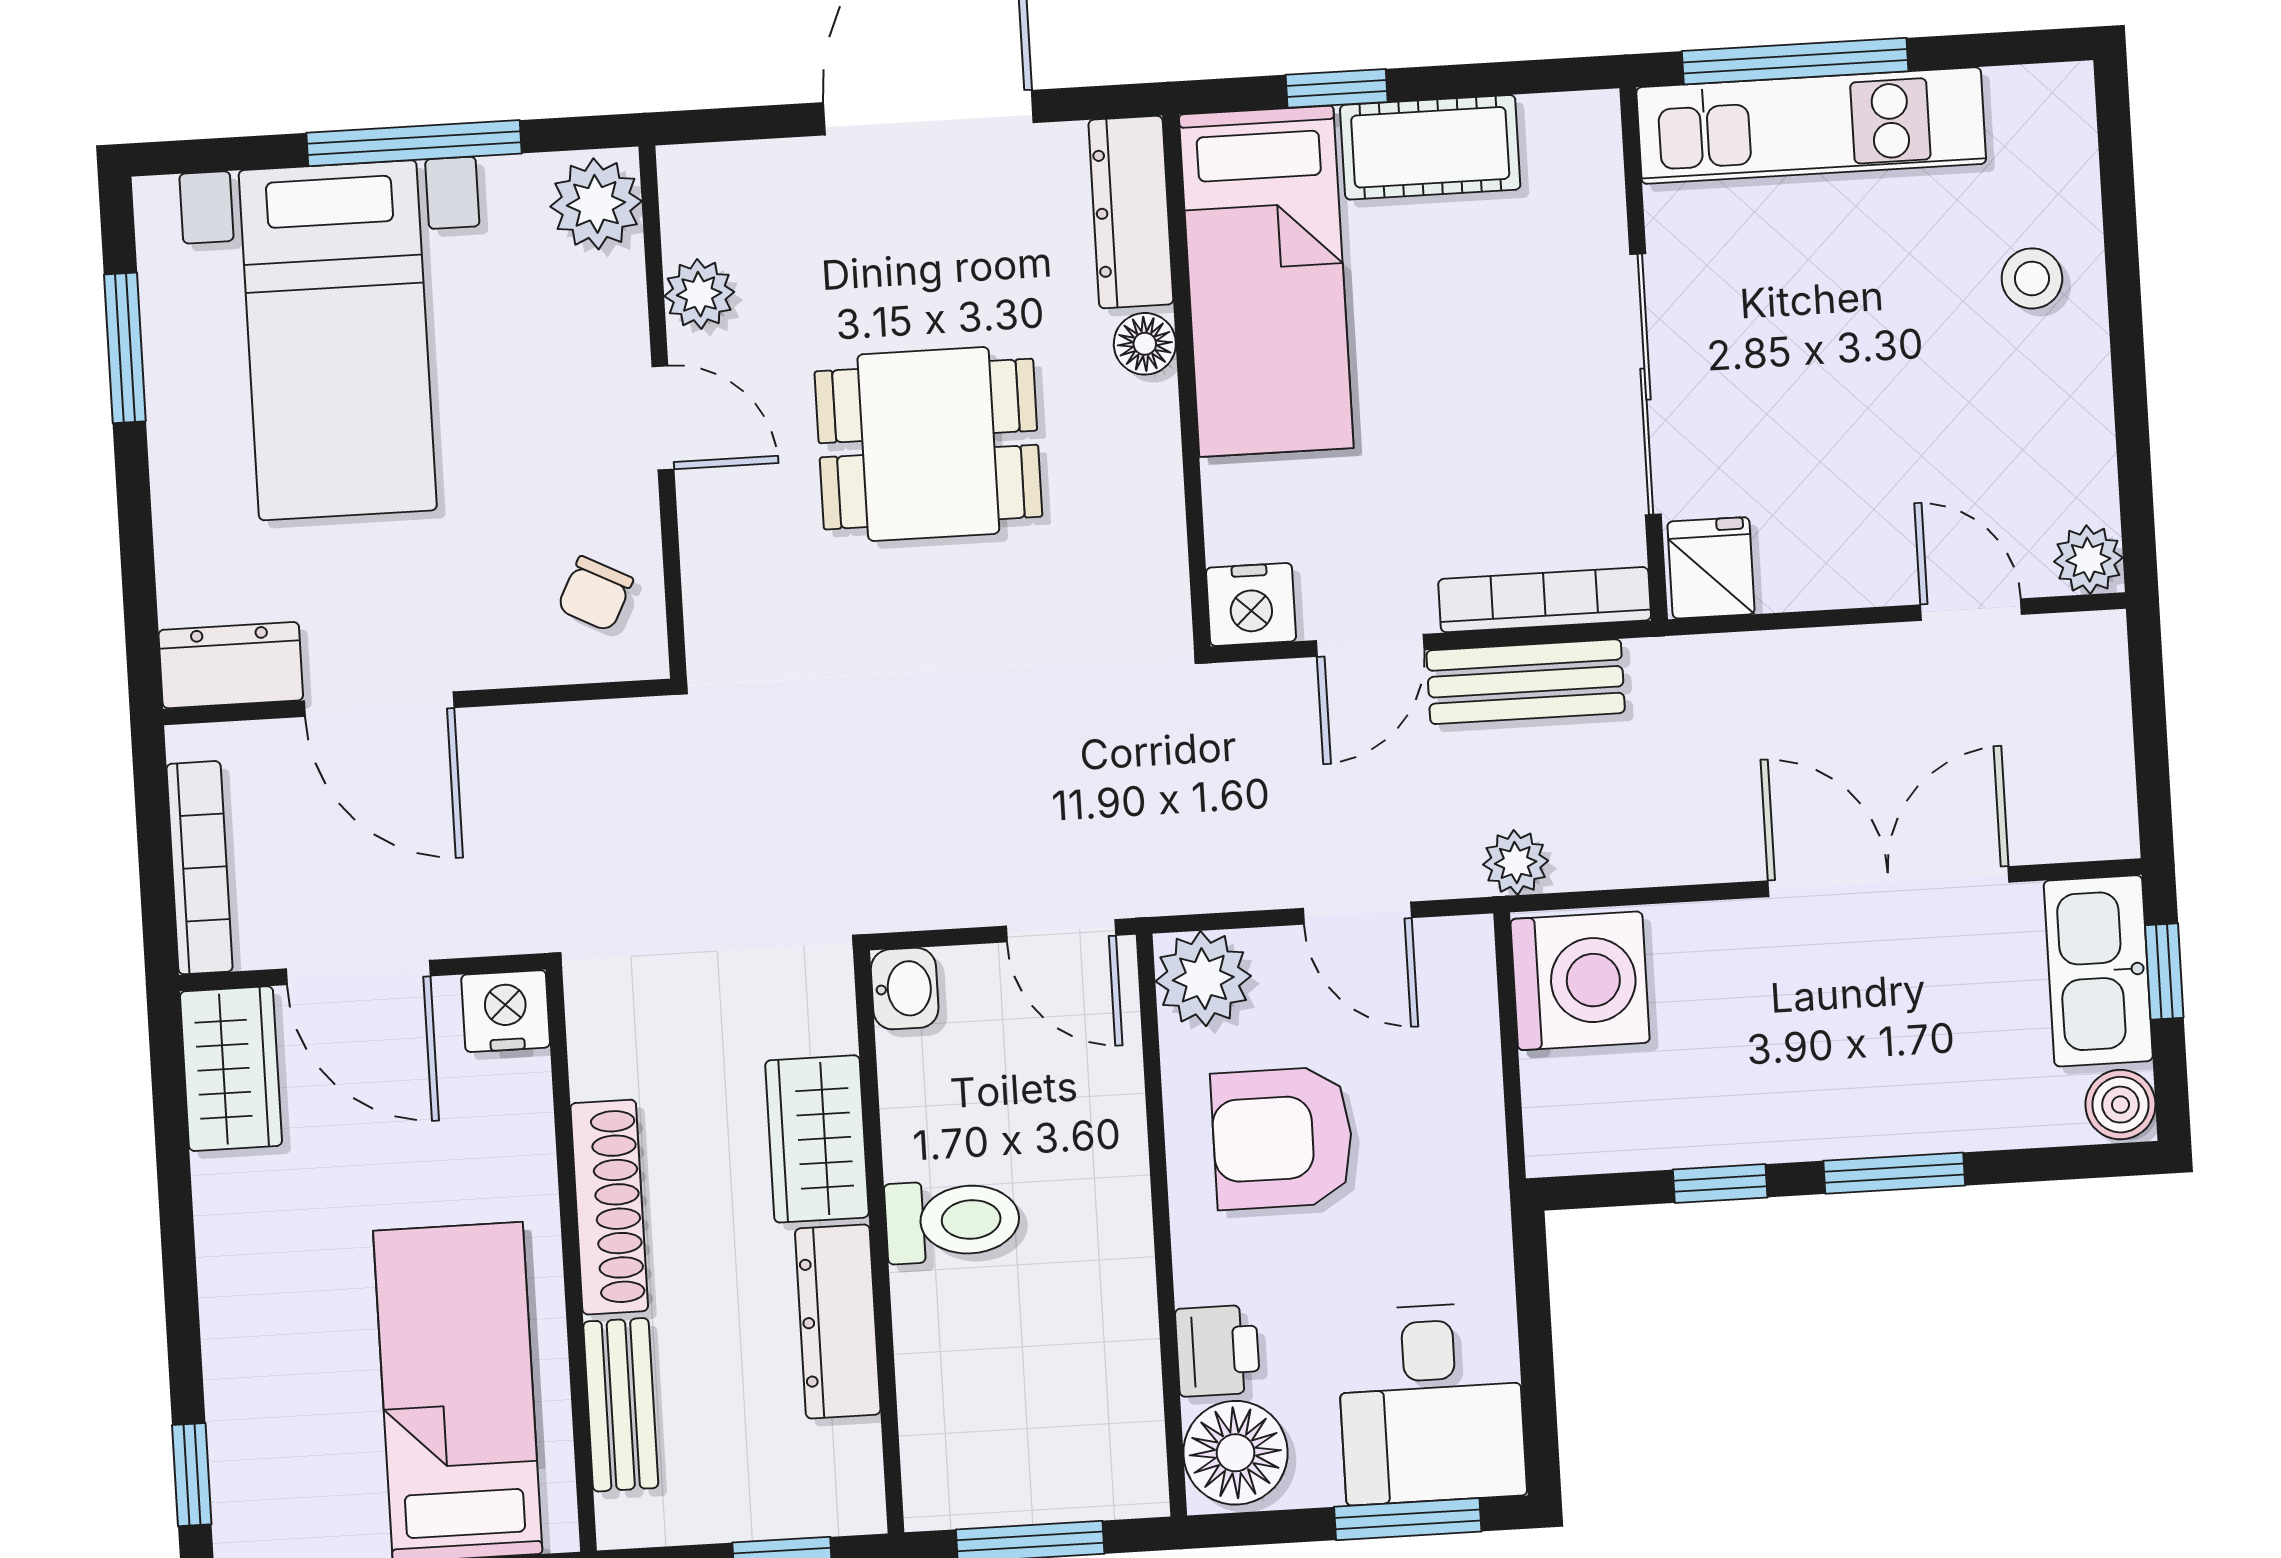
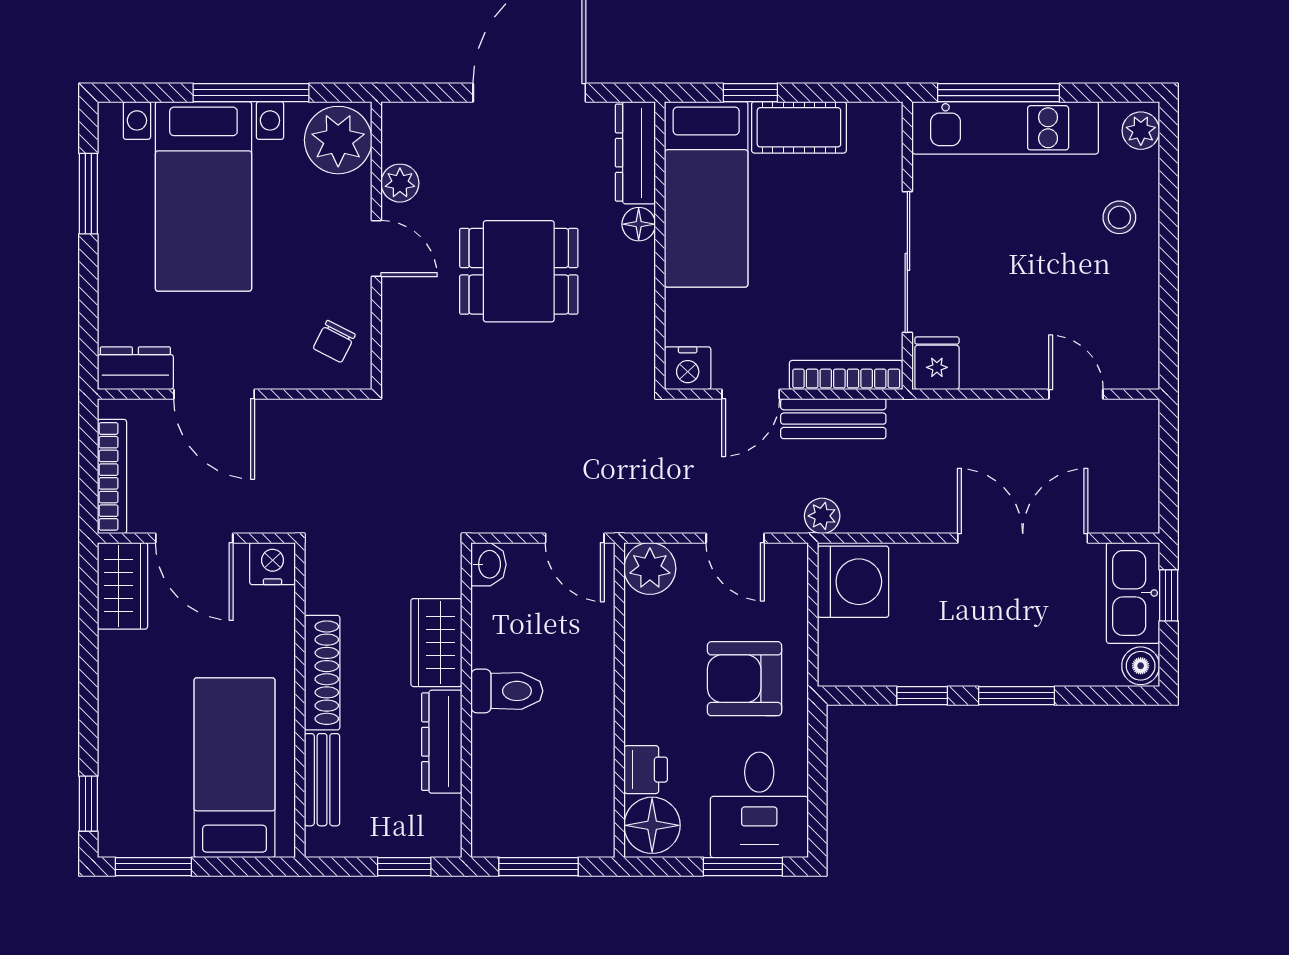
plant: (596, 204) -> (338, 140), width x1.36, depth x1.36
plant: (2088, 560) -> (1141, 131), moved
armchair: (1282, 1138) -> (744, 679), moved

